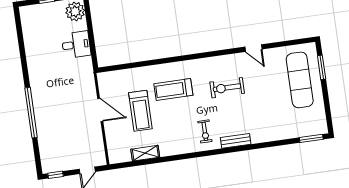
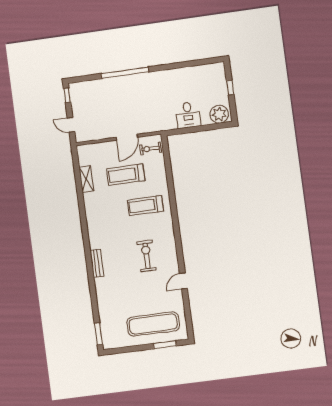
treadmill: (173, 89) -> (145, 206), turned -90
exercise bike: (205, 131) -> (150, 149), moved

